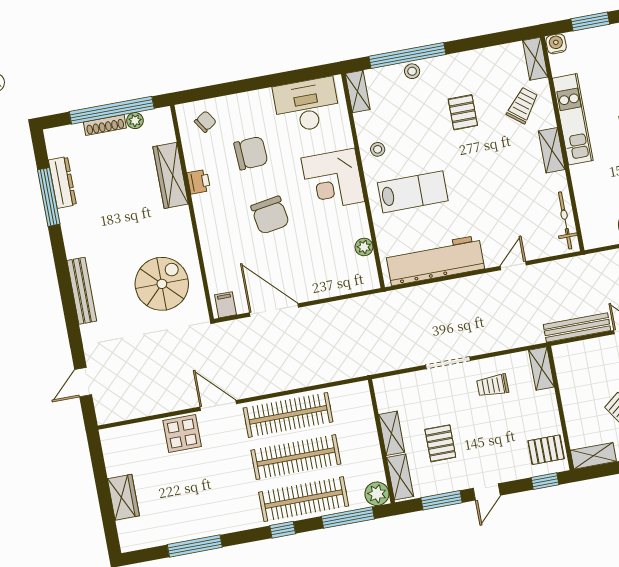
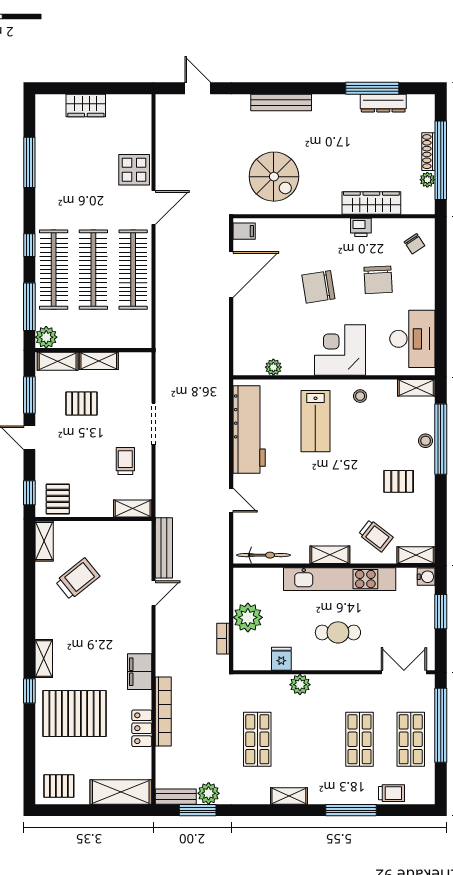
pallet: (463, 112) -> (399, 481), moved
kitchen unit: (573, 119) -> (340, 579), width x1.36

